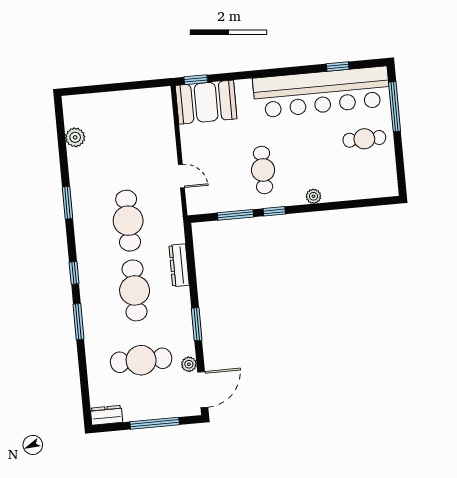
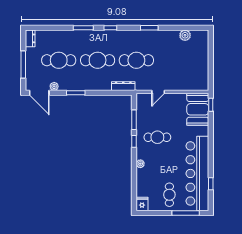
fridge: (386, 187) -> (142, 204), added
dresser: (179, 265) -> (123, 86), moved
cafe table: (141, 360) -> (59, 60), turned 90

